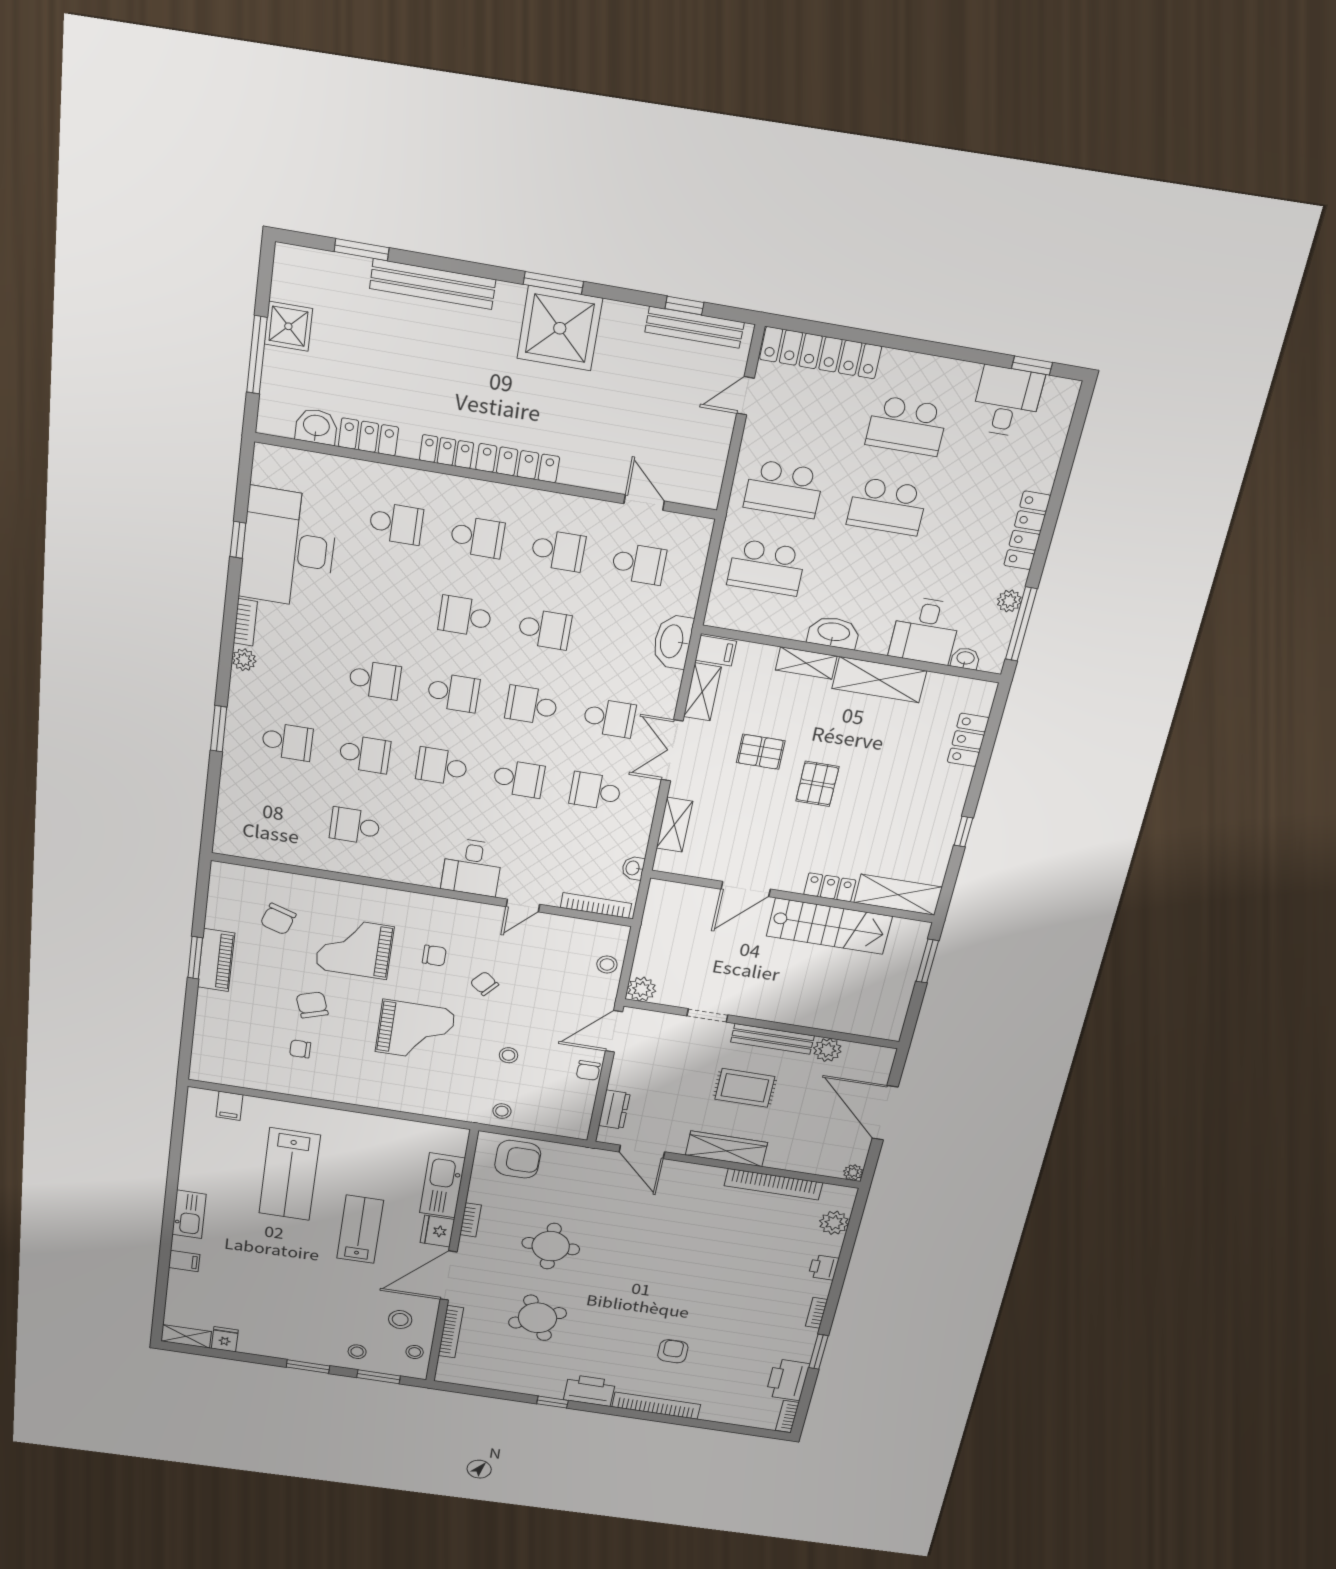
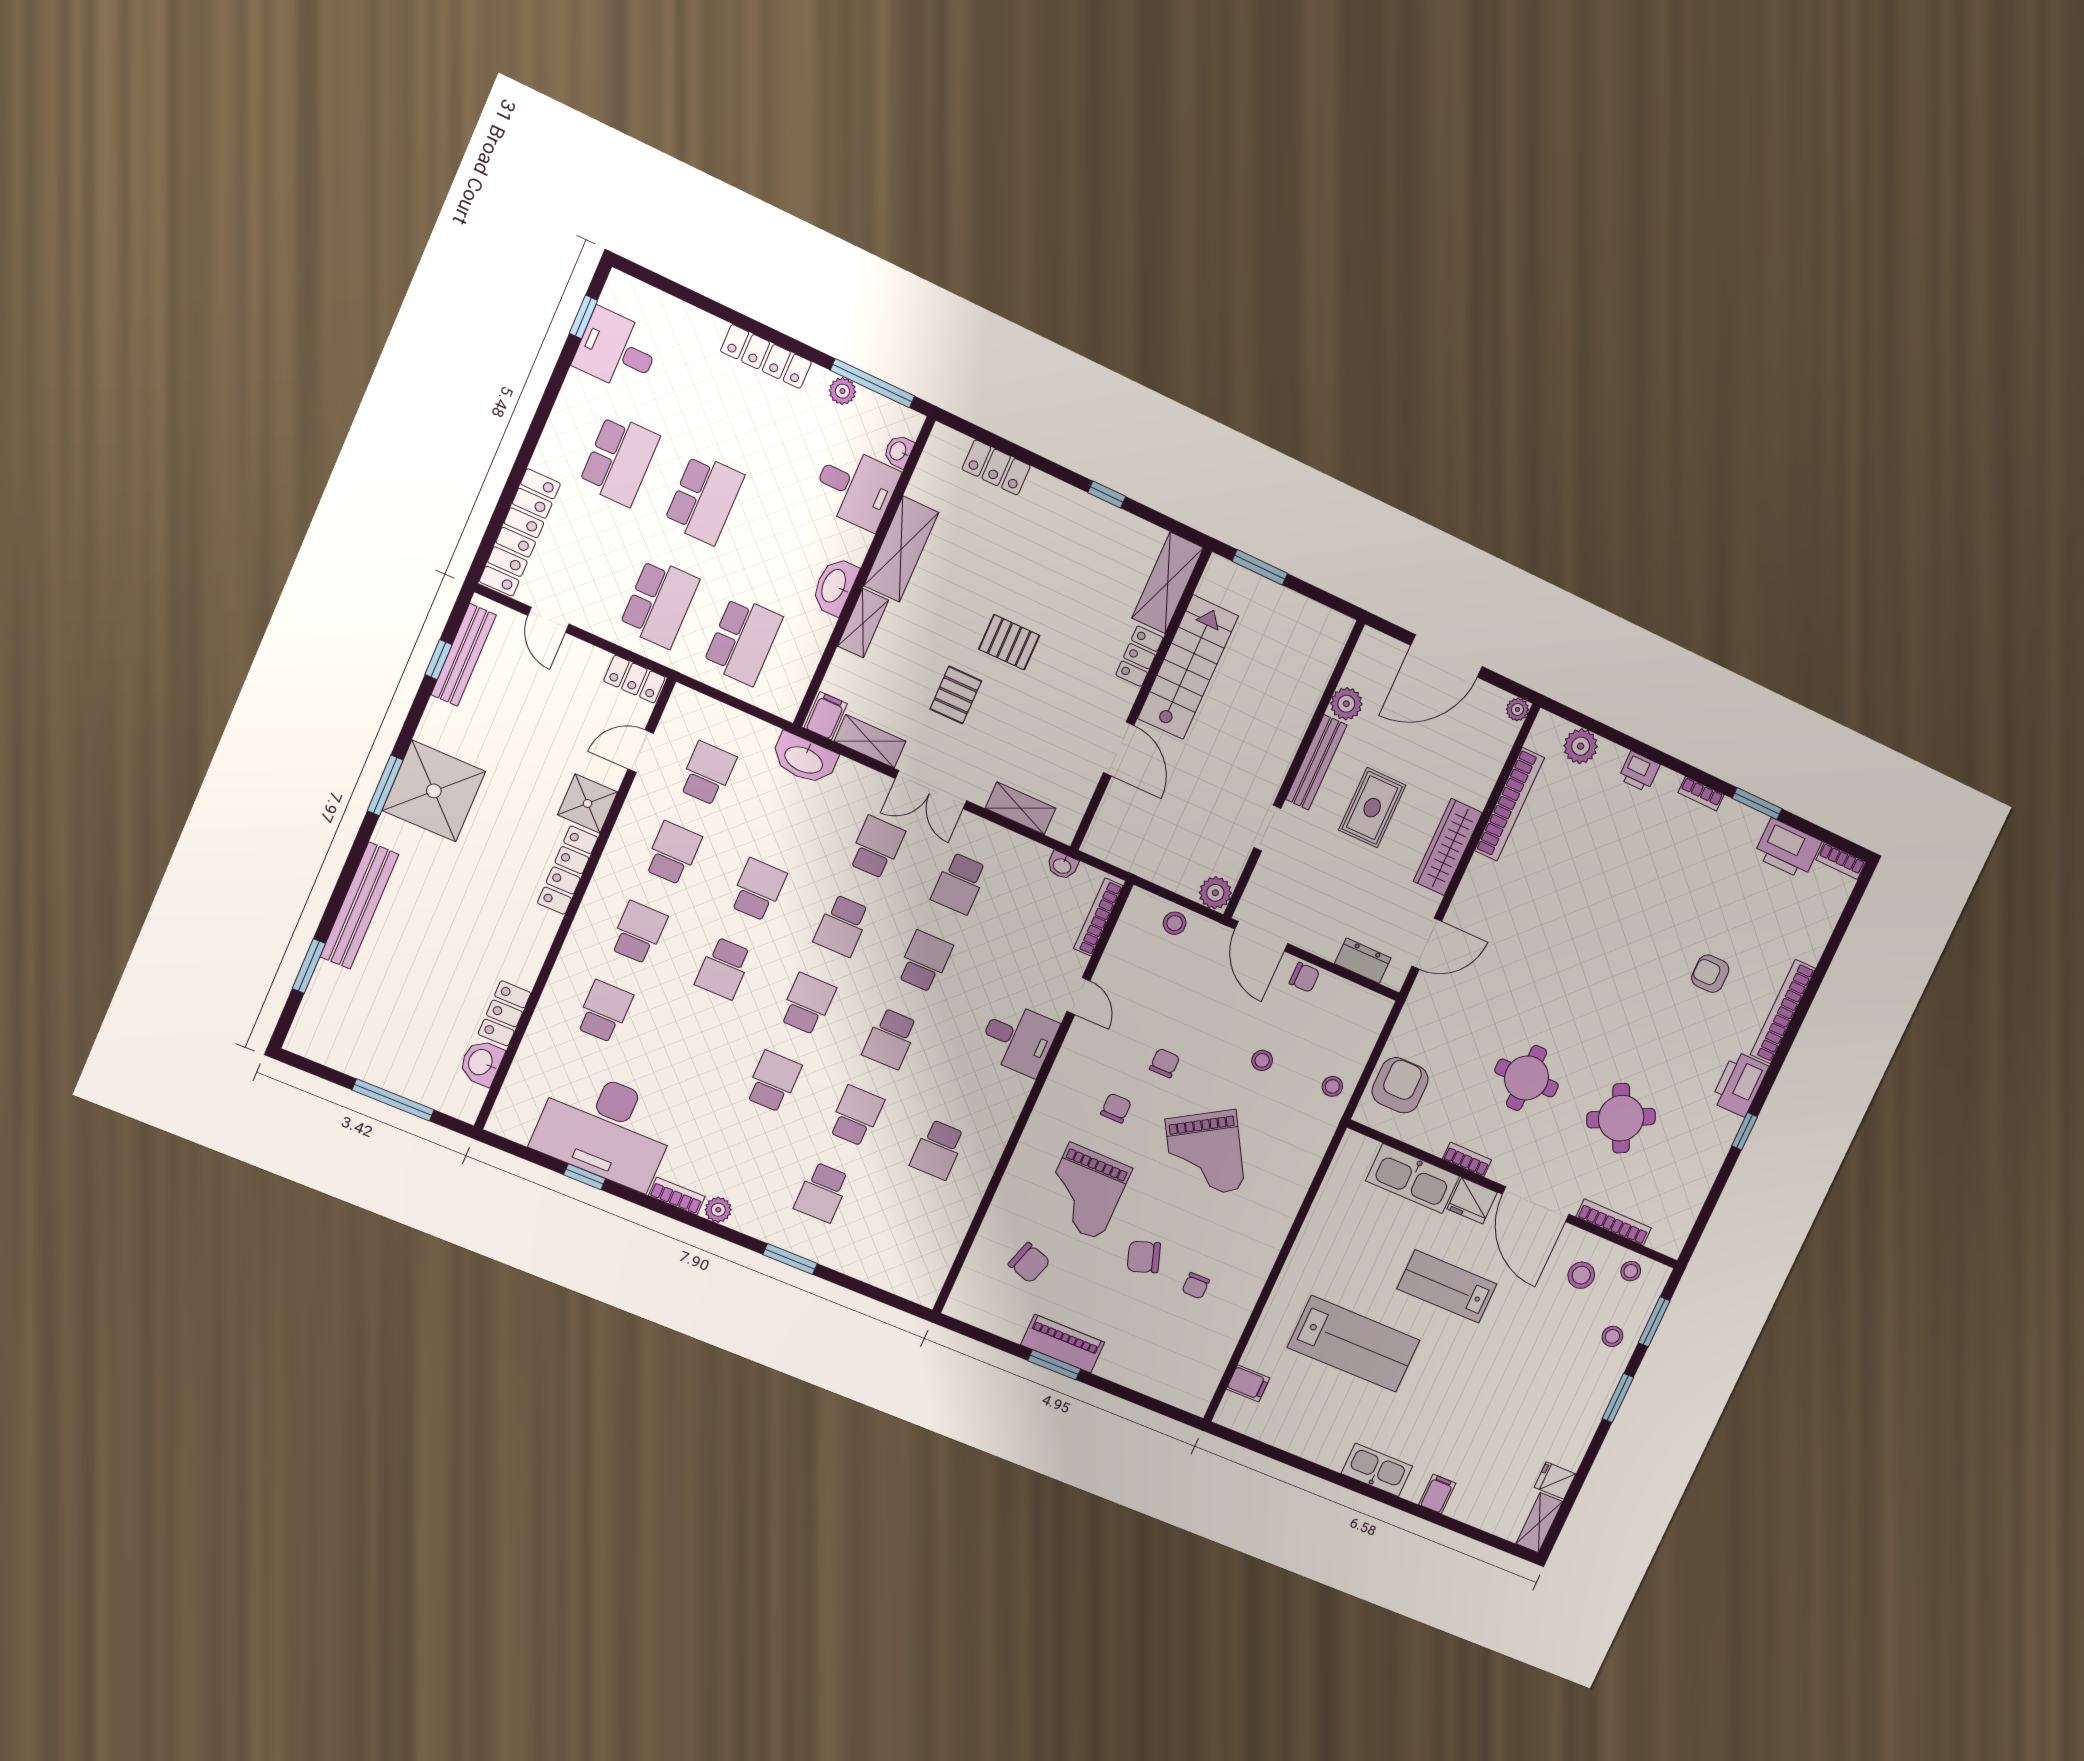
shower: (288, 326) -> (588, 803), moved
locker: (446, 452) -> (634, 679), moved, turned -90
school desk: (287, 742) -> (822, 1192), turned 180
chair: (484, 984) -> (1165, 1063), turned 140
grand piano: (415, 1031) -> (1205, 1154), turned 149

